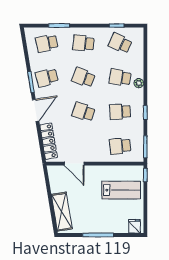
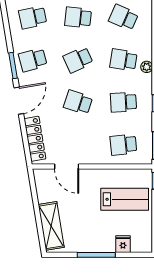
school desk: (83, 77) -> (78, 60), turned -45
fridge: (134, 226) -> (123, 244), moved

